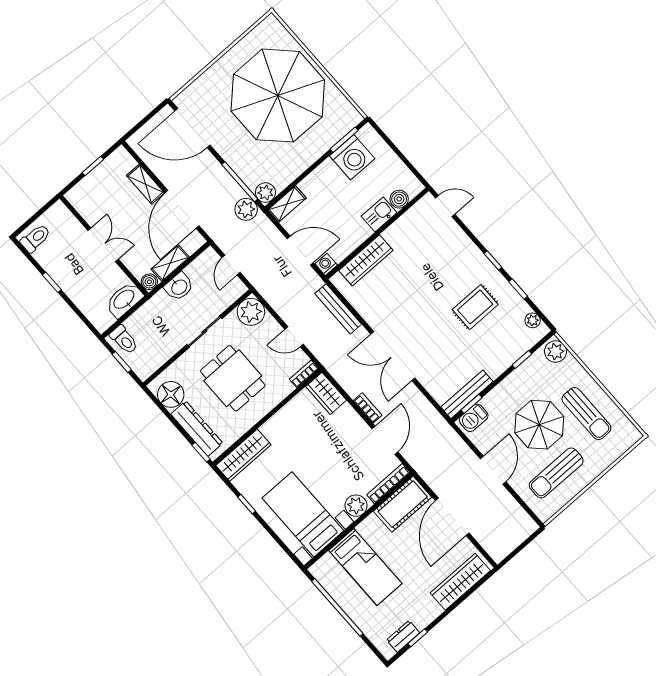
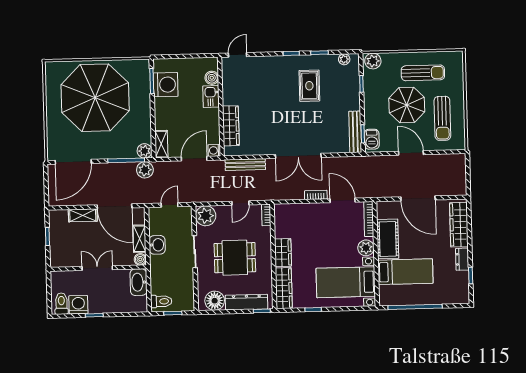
washing machine: (49, 257) -> (78, 305), added
door: (231, 265) -> (170, 205), swing flipped
wardrobe: (326, 393) -> (283, 253), moved, turned -90
cot: (403, 504) -> (388, 239), moved
dresser: (403, 636) -> (462, 259), moved

